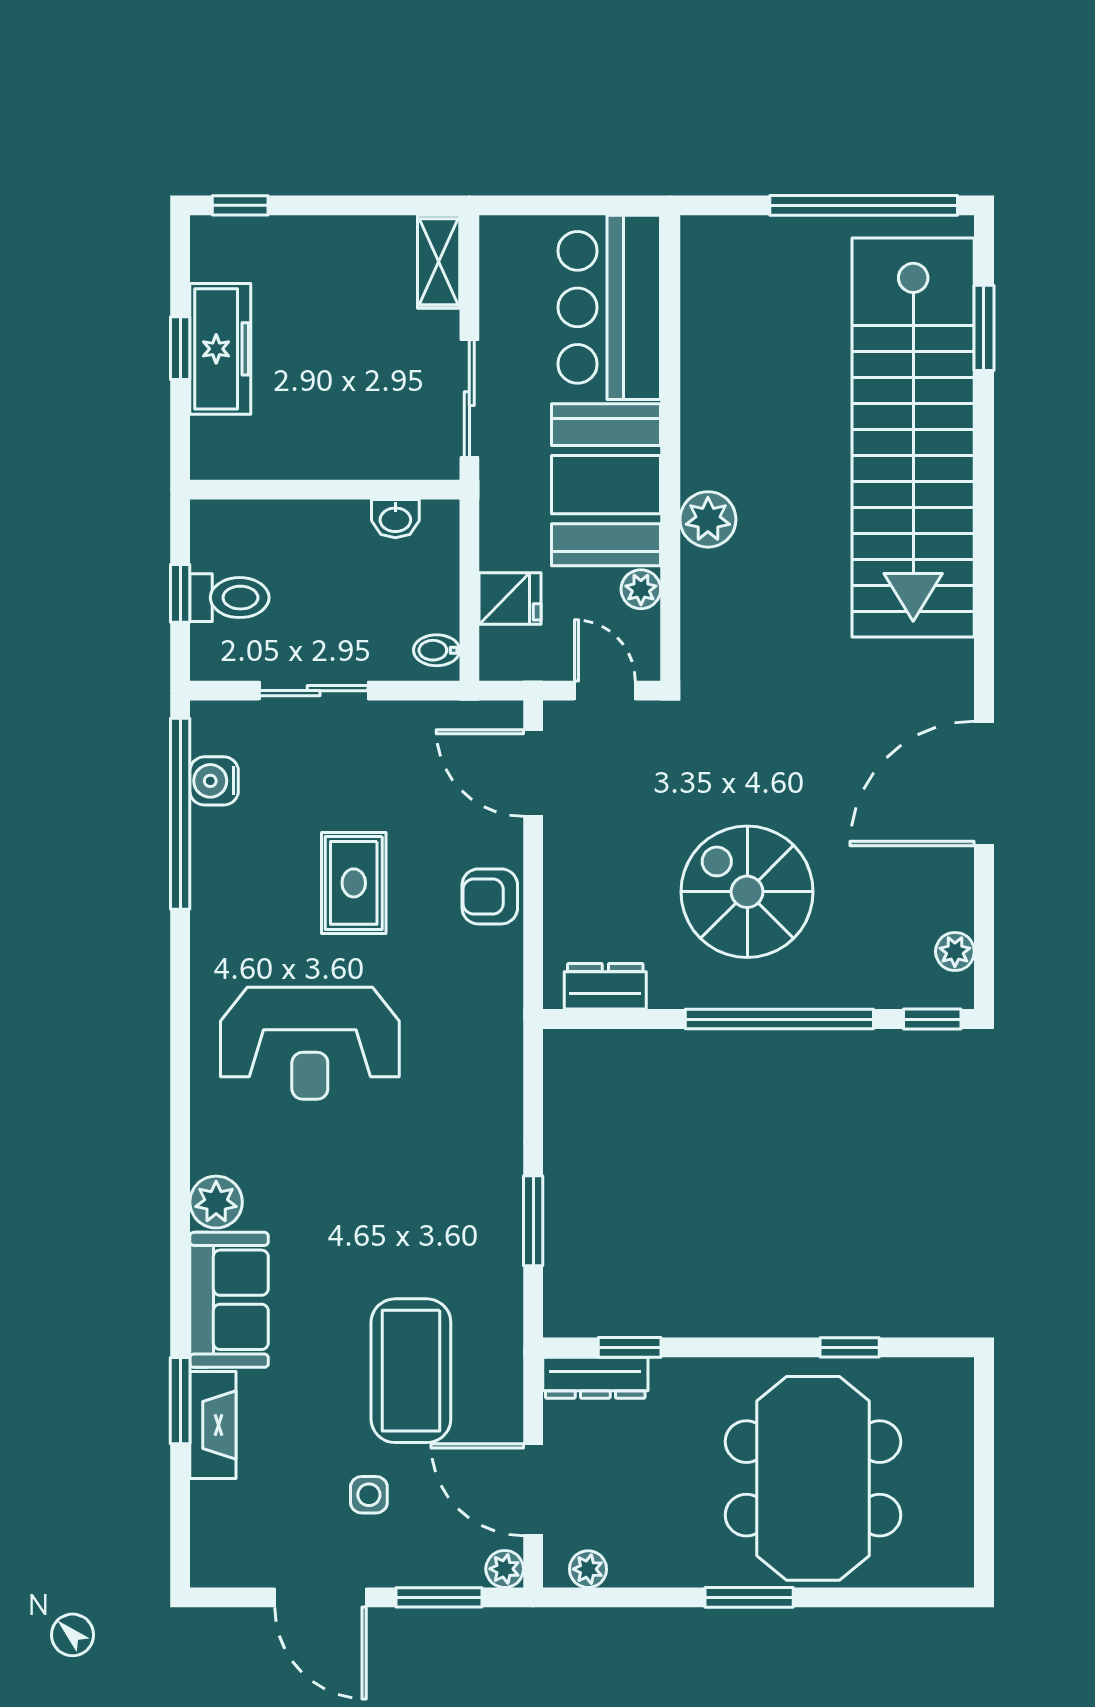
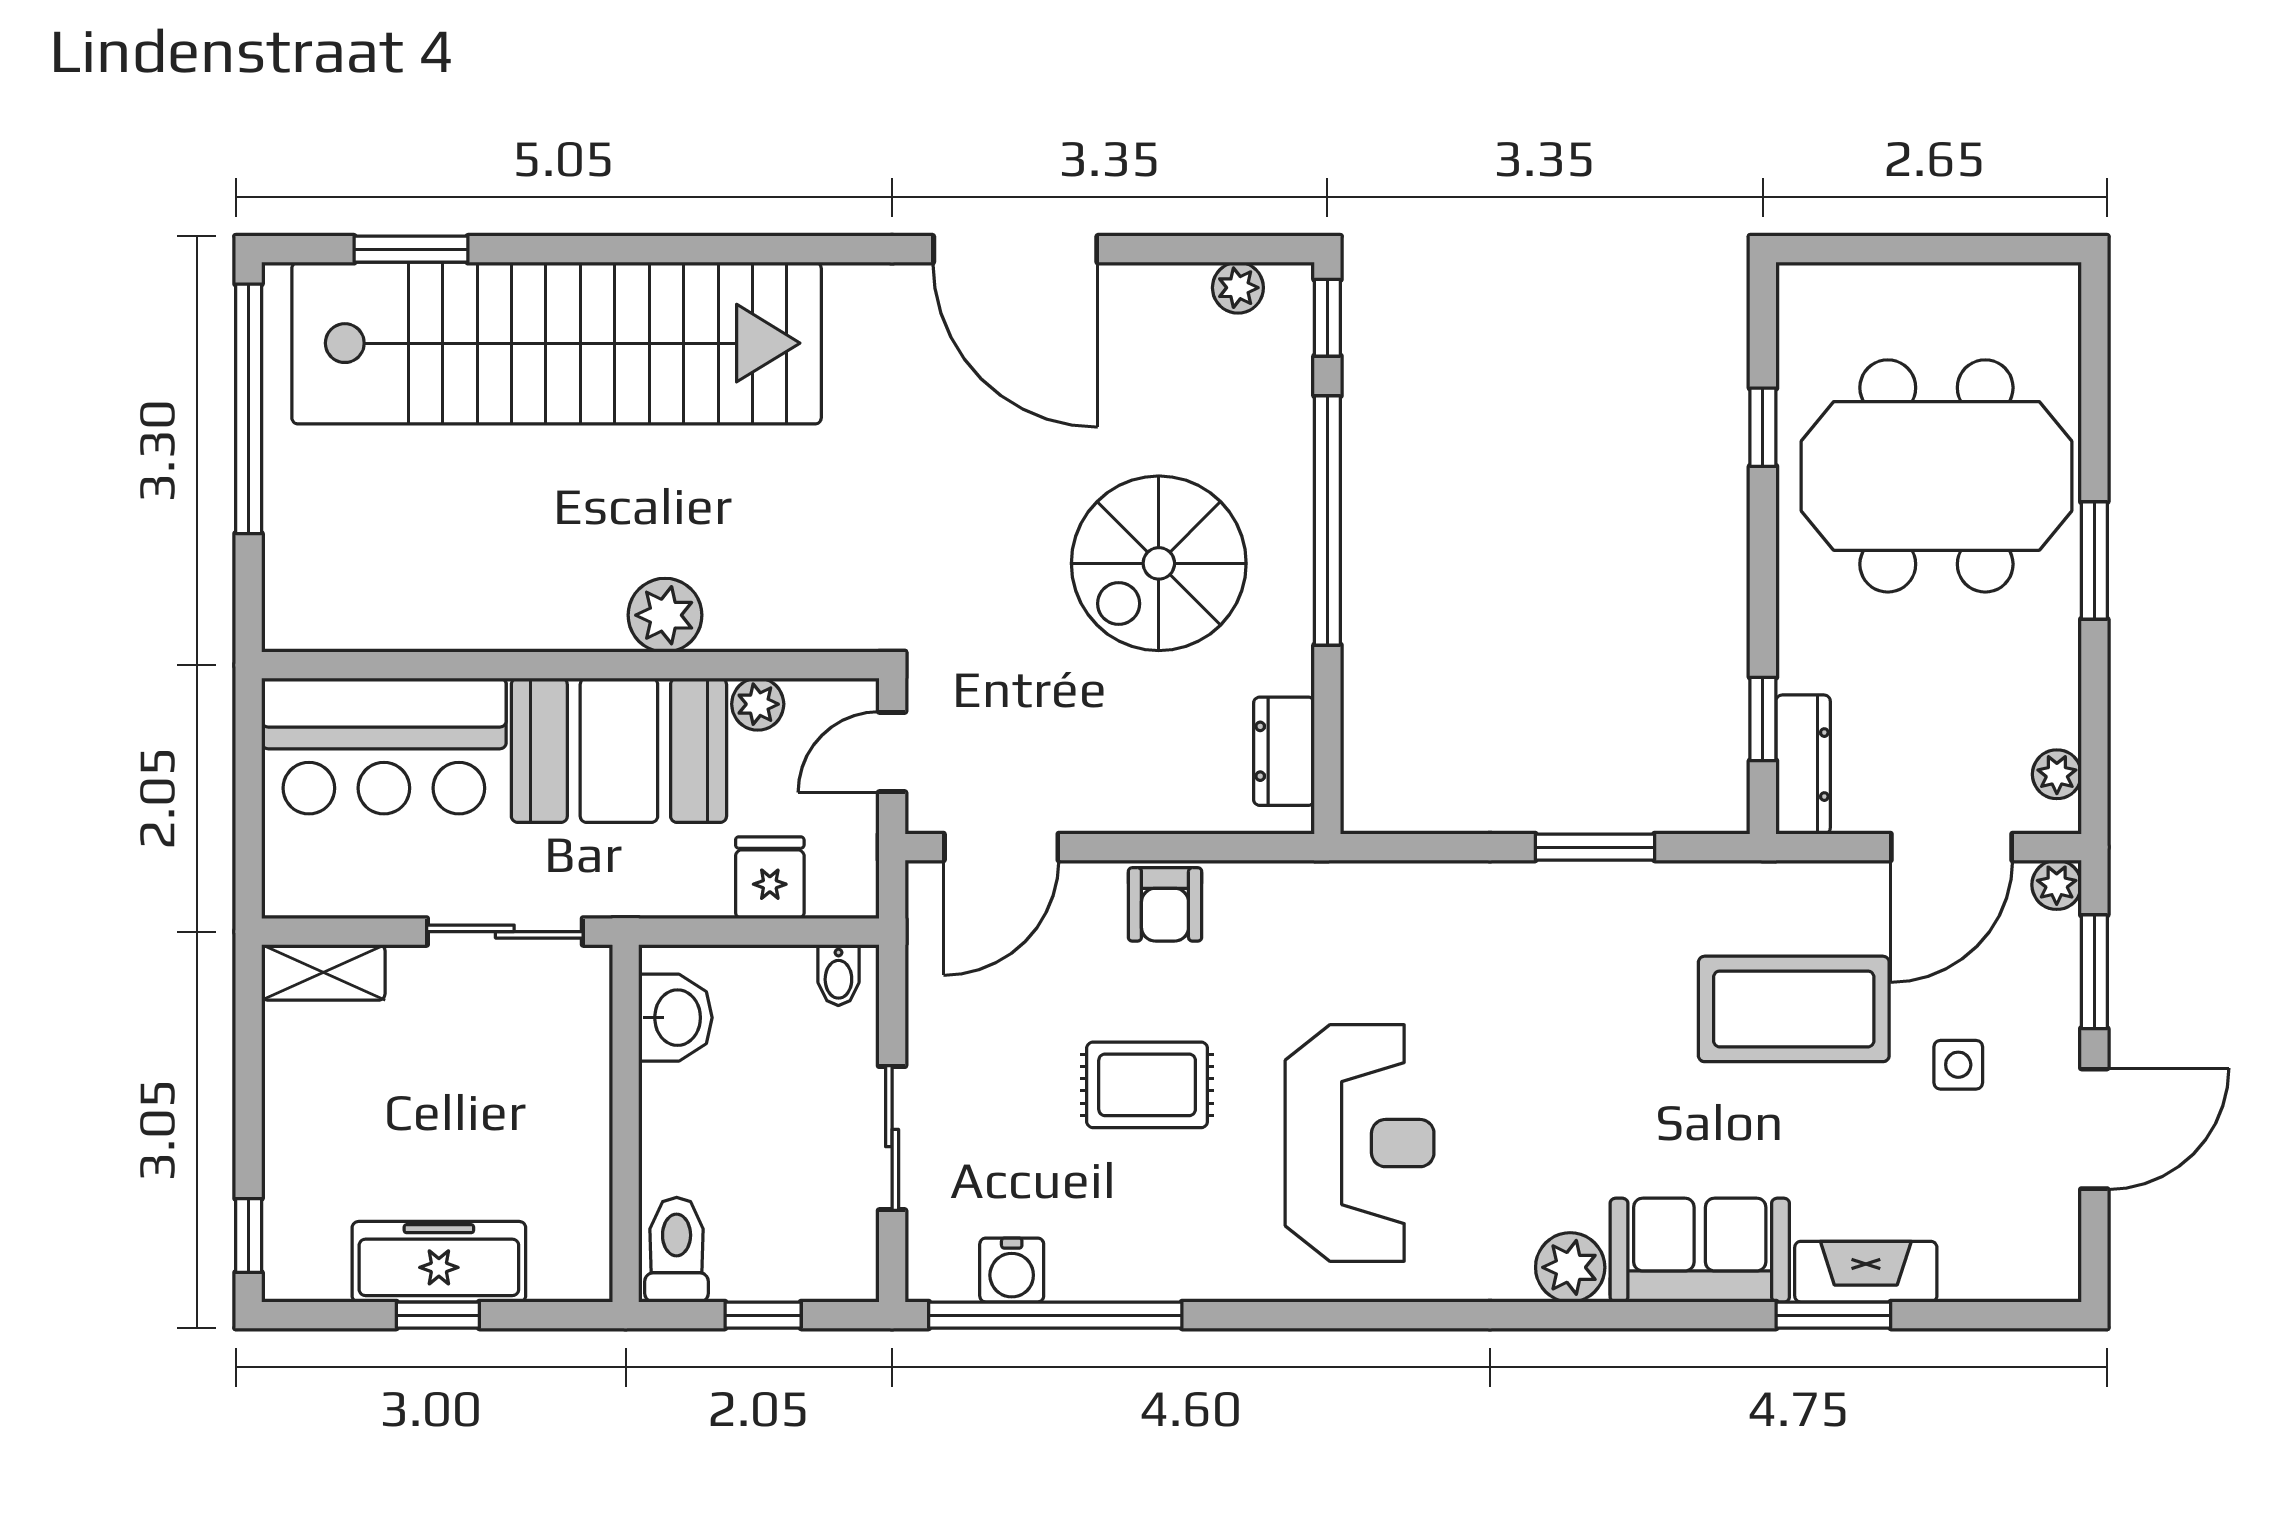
washbasin: (395, 519) -> (675, 1018), width x1.38, depth x1.45
toilet: (229, 598) -> (677, 1250), moved

